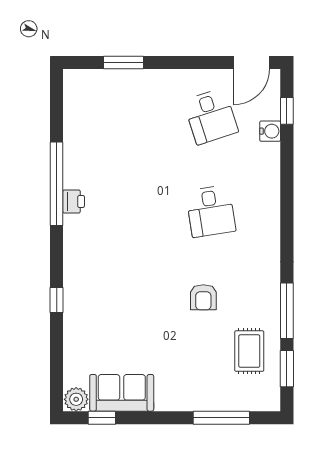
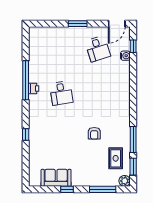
window: (124, 63) -> (78, 24), moved
desk: (211, 211) -> (61, 93), moved
plant: (76, 399) -> (125, 181), moved
window: (102, 418) -> (67, 189), moved

